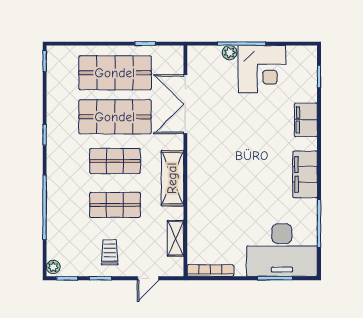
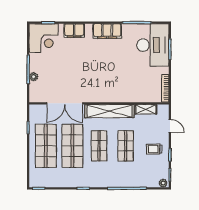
corner desk: (262, 69) -> (44, 38), moved, turned 90
shelving: (172, 178) -> (109, 111), width x1.47

